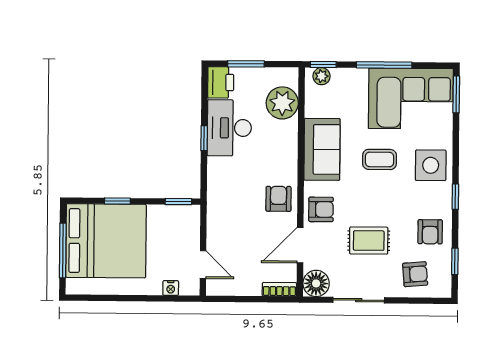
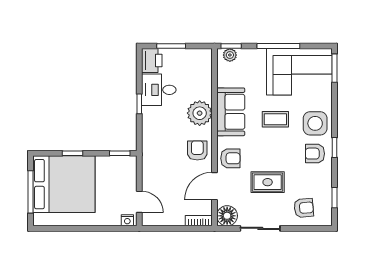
plant: (282, 103) -> (200, 113), moved
desk: (229, 128) -> (159, 90), width x0.73
armchair: (430, 232) -> (315, 154), moved, turned 90
nightstand: (171, 288) -> (127, 220), moved

